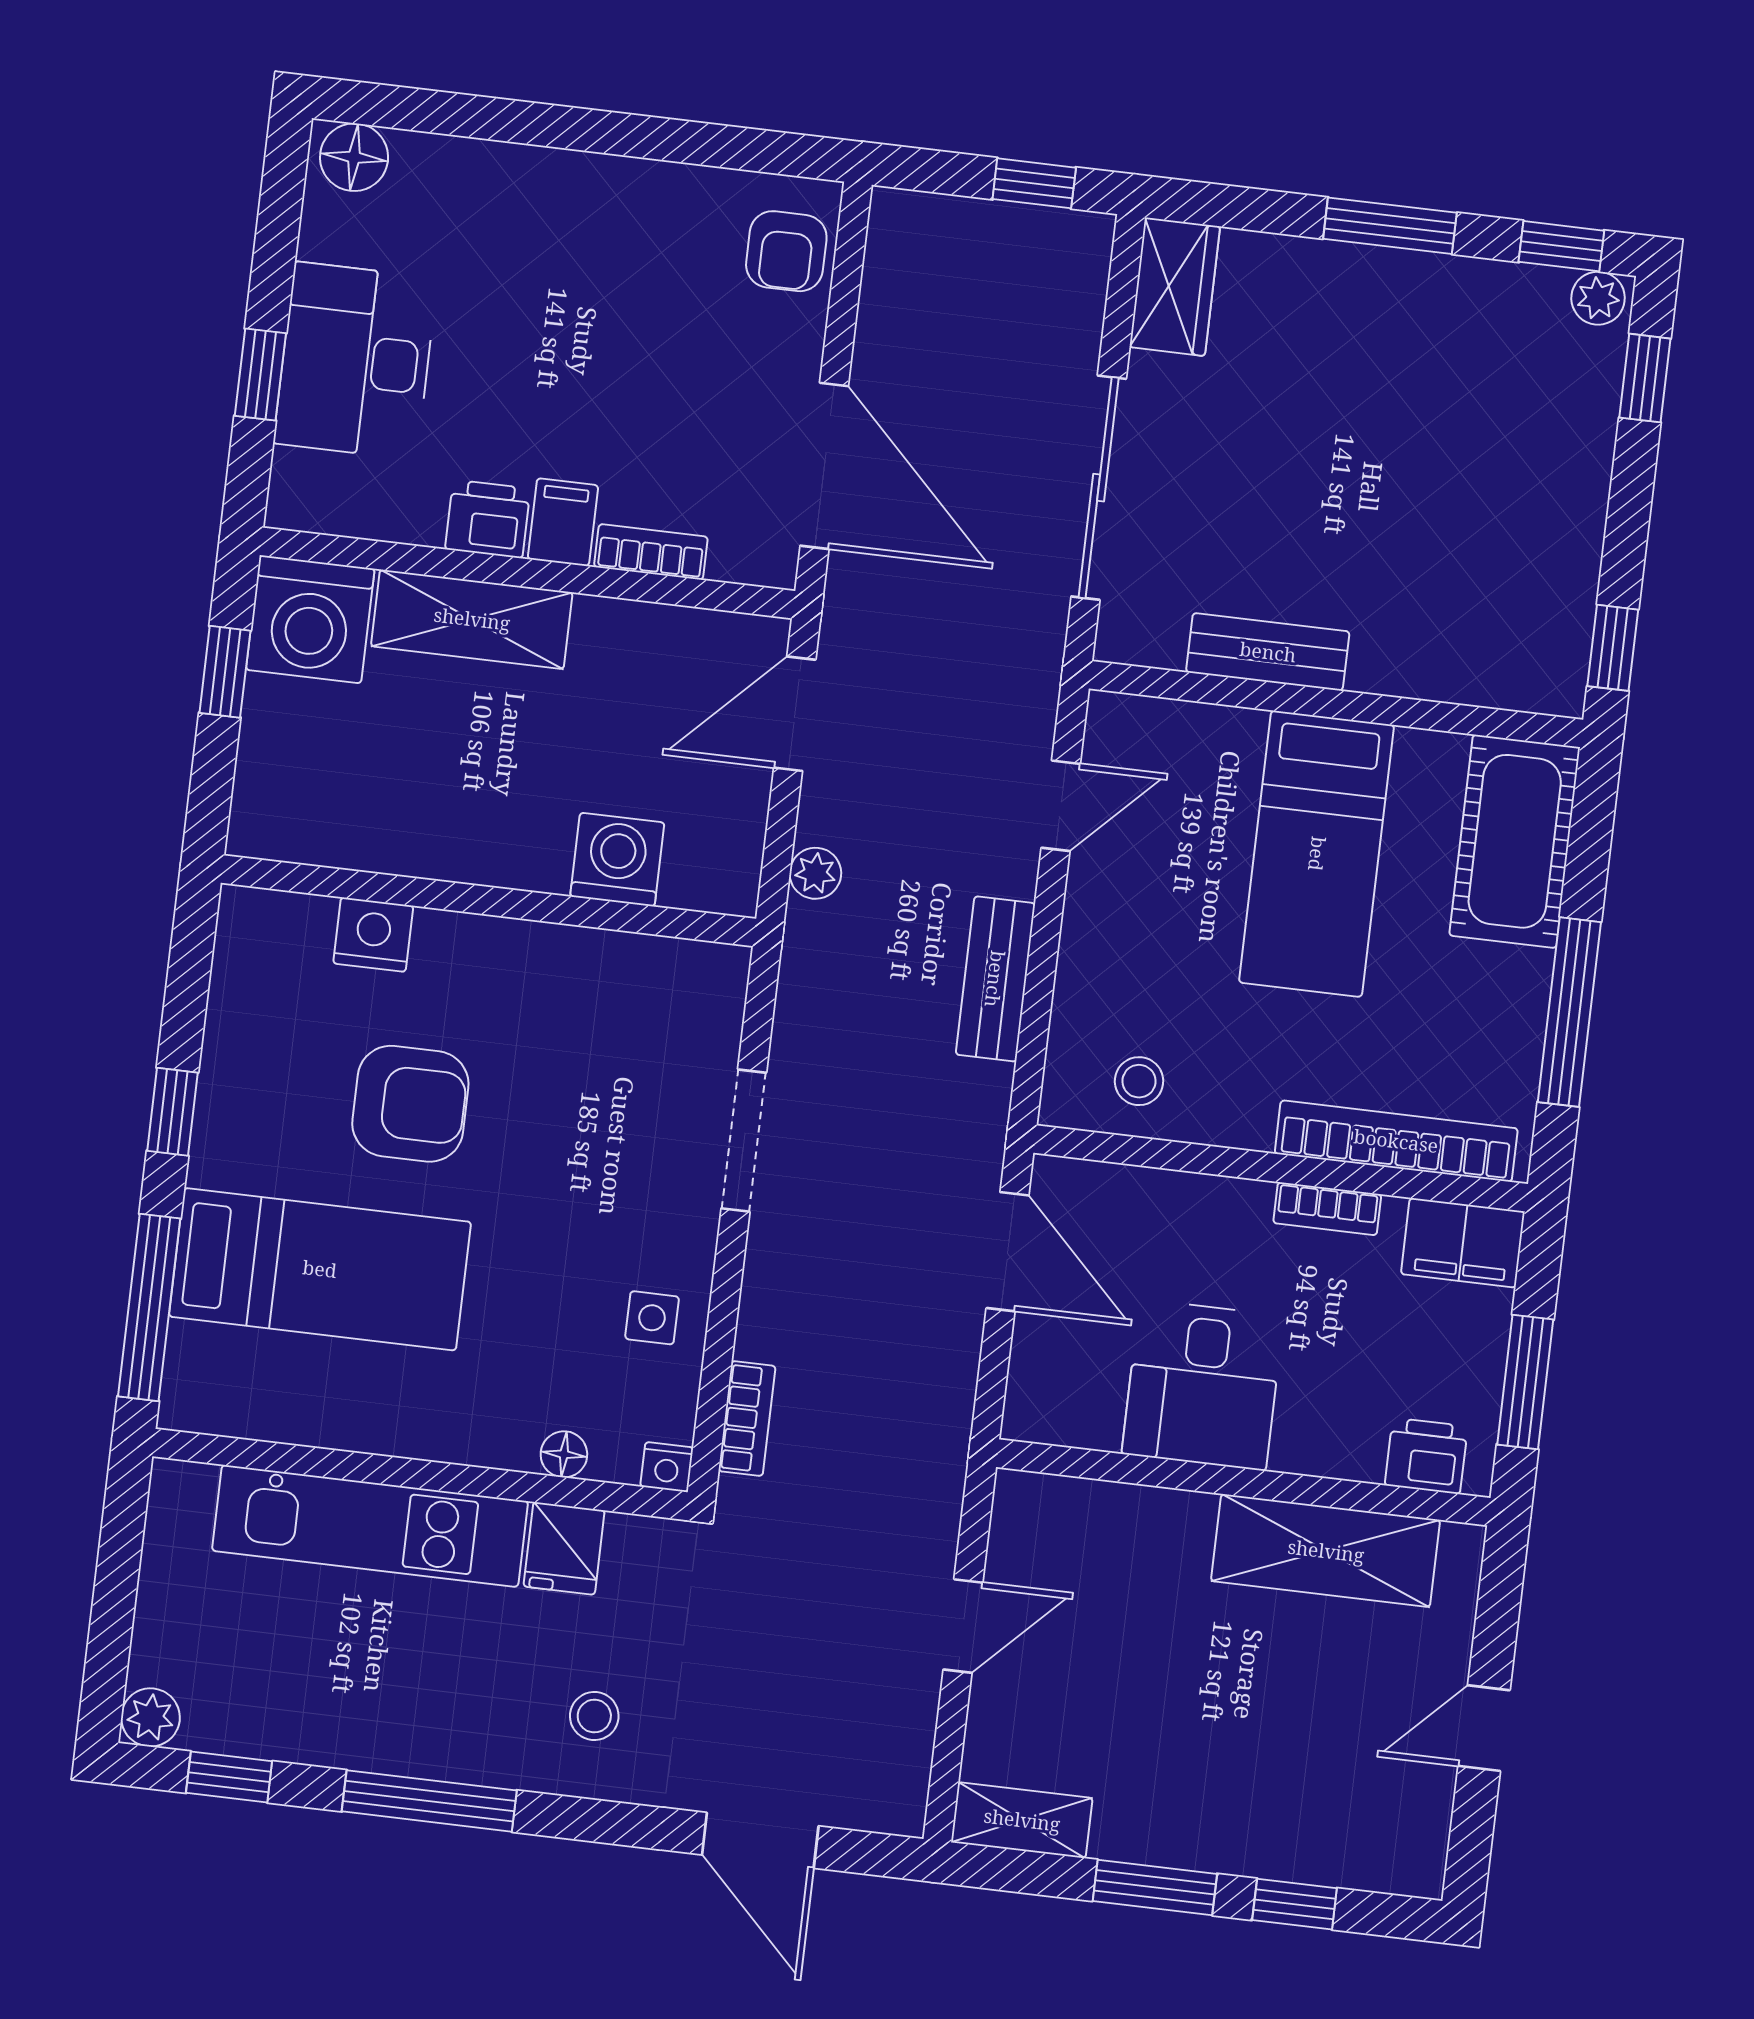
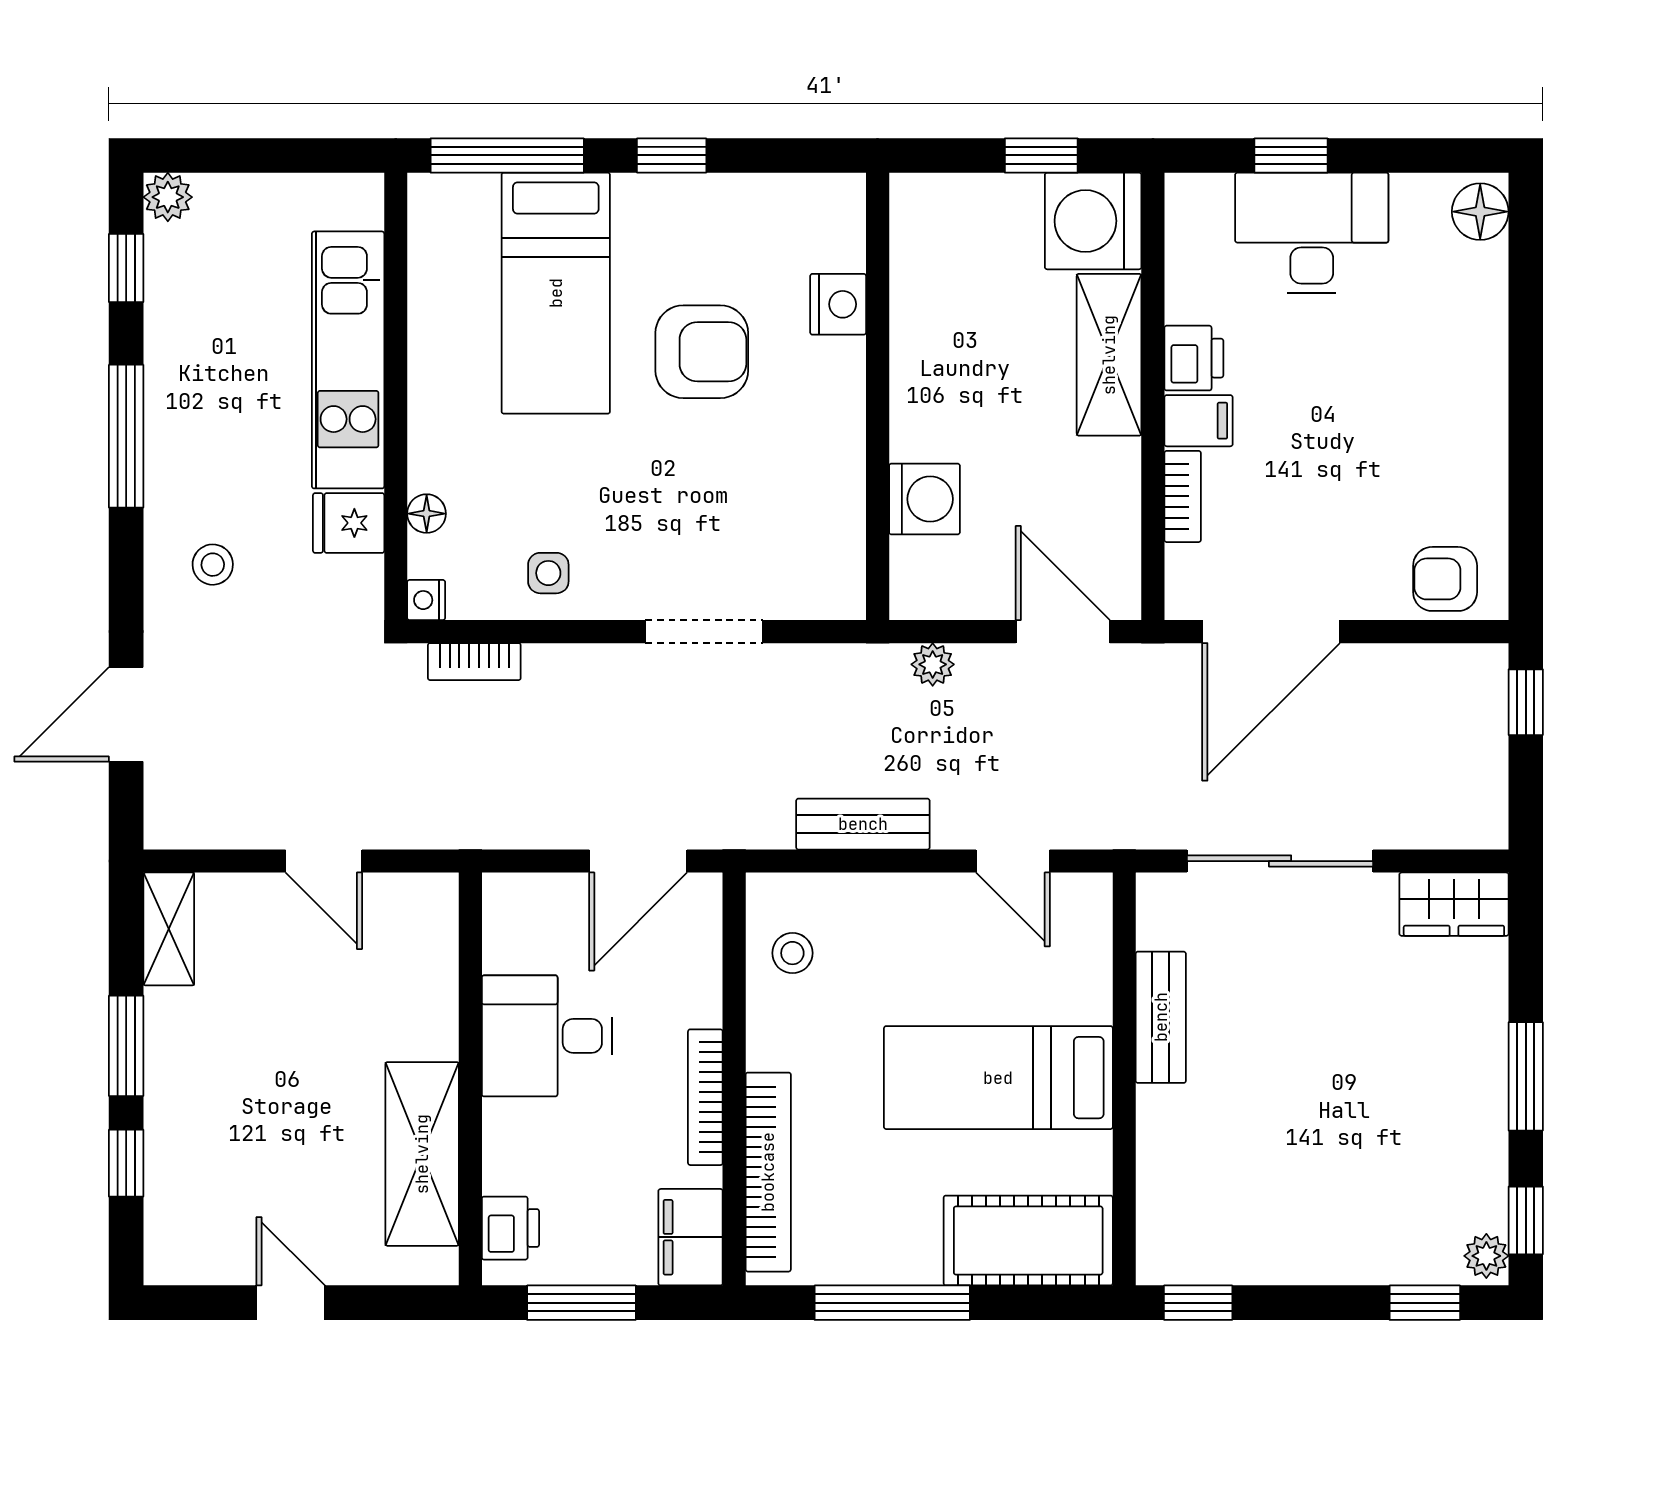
window: (1034, 183) -> (1526, 702), moved
armchair: (410, 1104) -> (702, 352), turned -90
bookcase: (1327, 1209) -> (705, 1097), width x1.56

